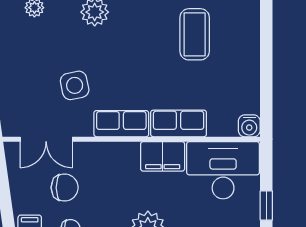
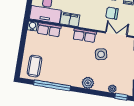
coffee table: (195, 34) -> (34, 66), moved
row of seats: (179, 123) -> (49, 30), moved

